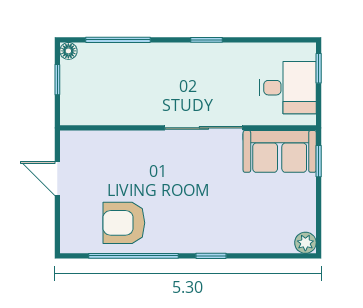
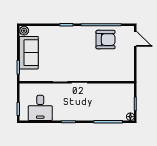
desk: (288, 88) -> (40, 108), moved, turned -90
sofa: (280, 151) -> (29, 53), moved, turned 90
door: (57, 179) -> (135, 39), moved

